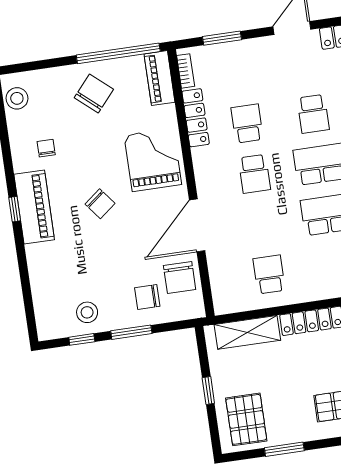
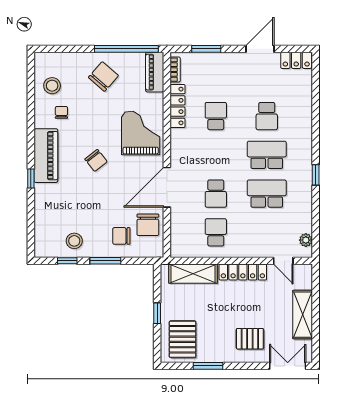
stool: (17, 98) -> (52, 86), moved
school desk: (254, 174) -> (216, 194), moved
window: (15, 209) -> (31, 179), moved

